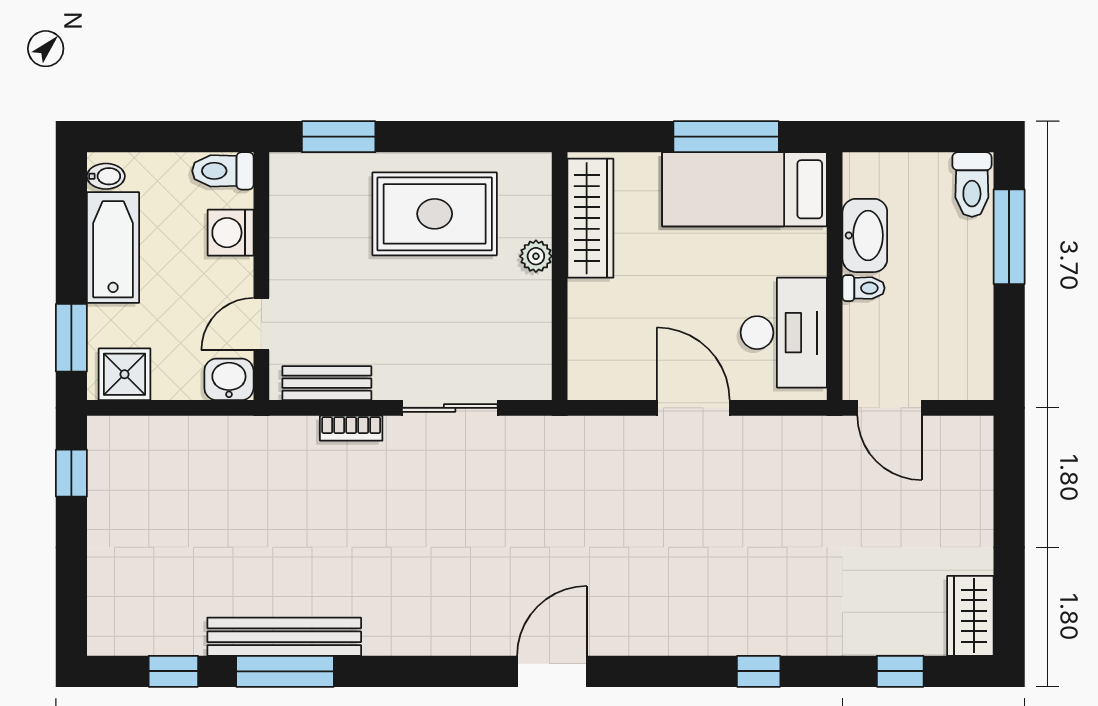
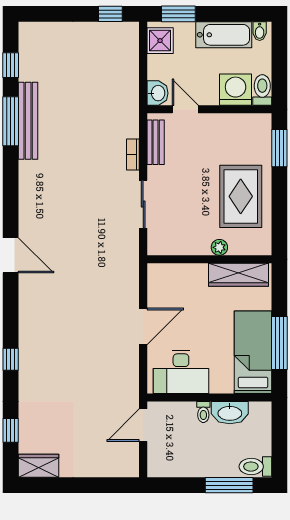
washing machine: (231, 233) -> (236, 90), width x1.37, depth x1.37

